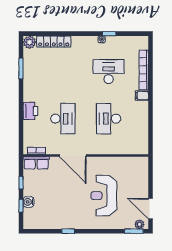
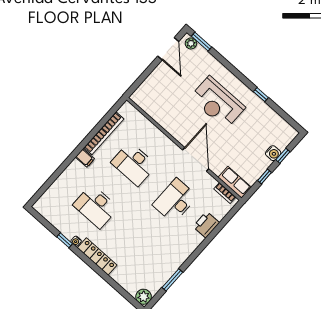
locker: (54, 41) -> (97, 257), moved
bookcase: (144, 70) -> (104, 133), moved
printer: (30, 111) -> (206, 225), moved
desk: (109, 119) -> (134, 164), turned 90
reception desk: (104, 196) -> (217, 103), moved, turned 90

